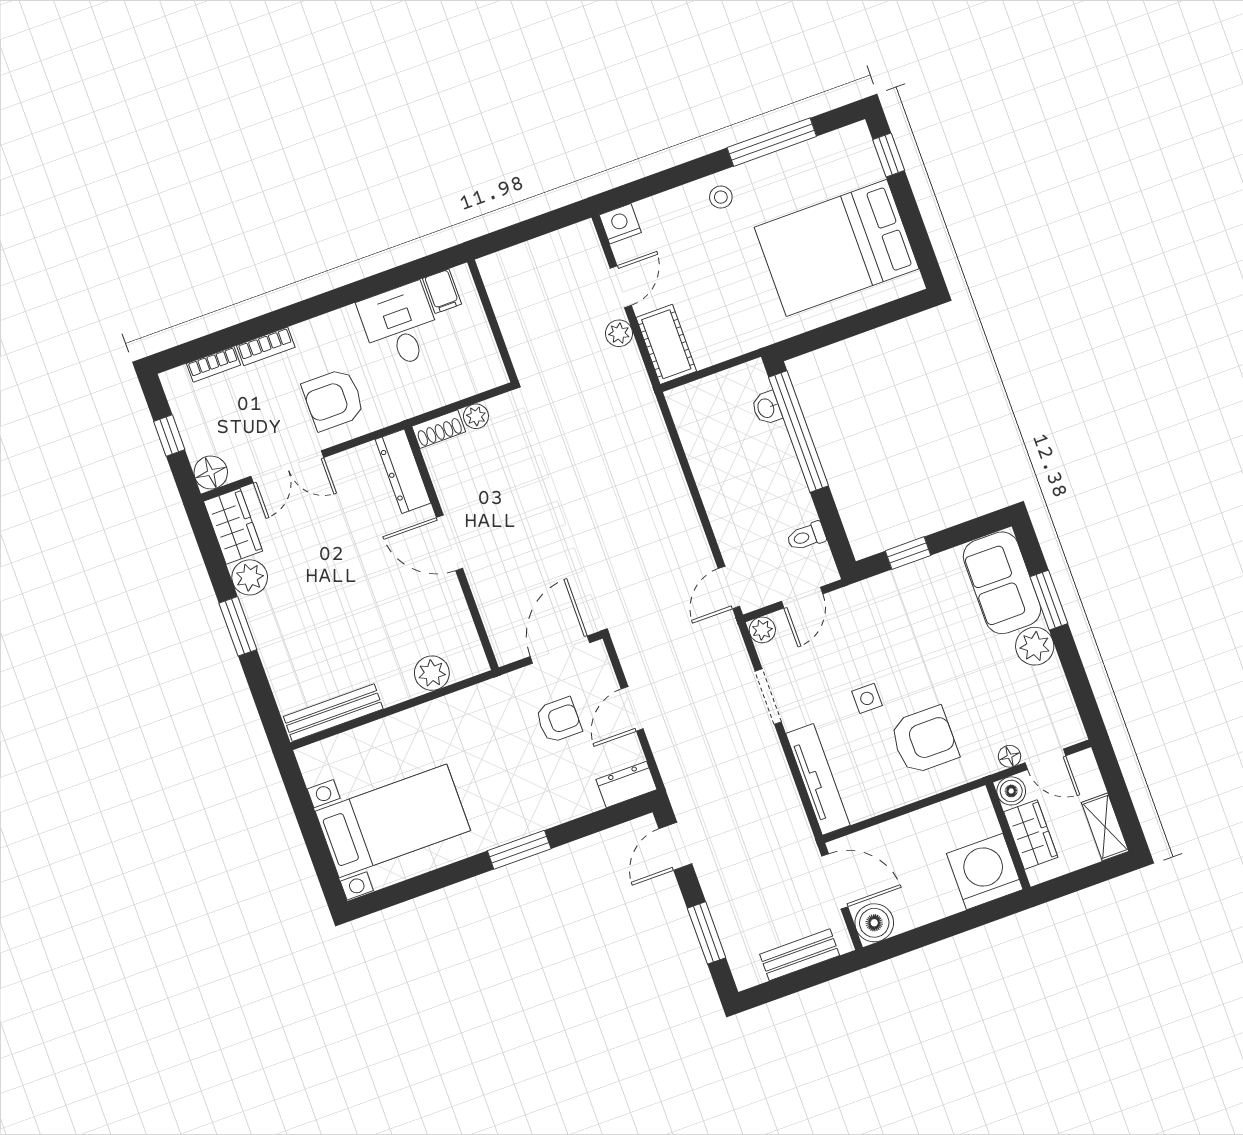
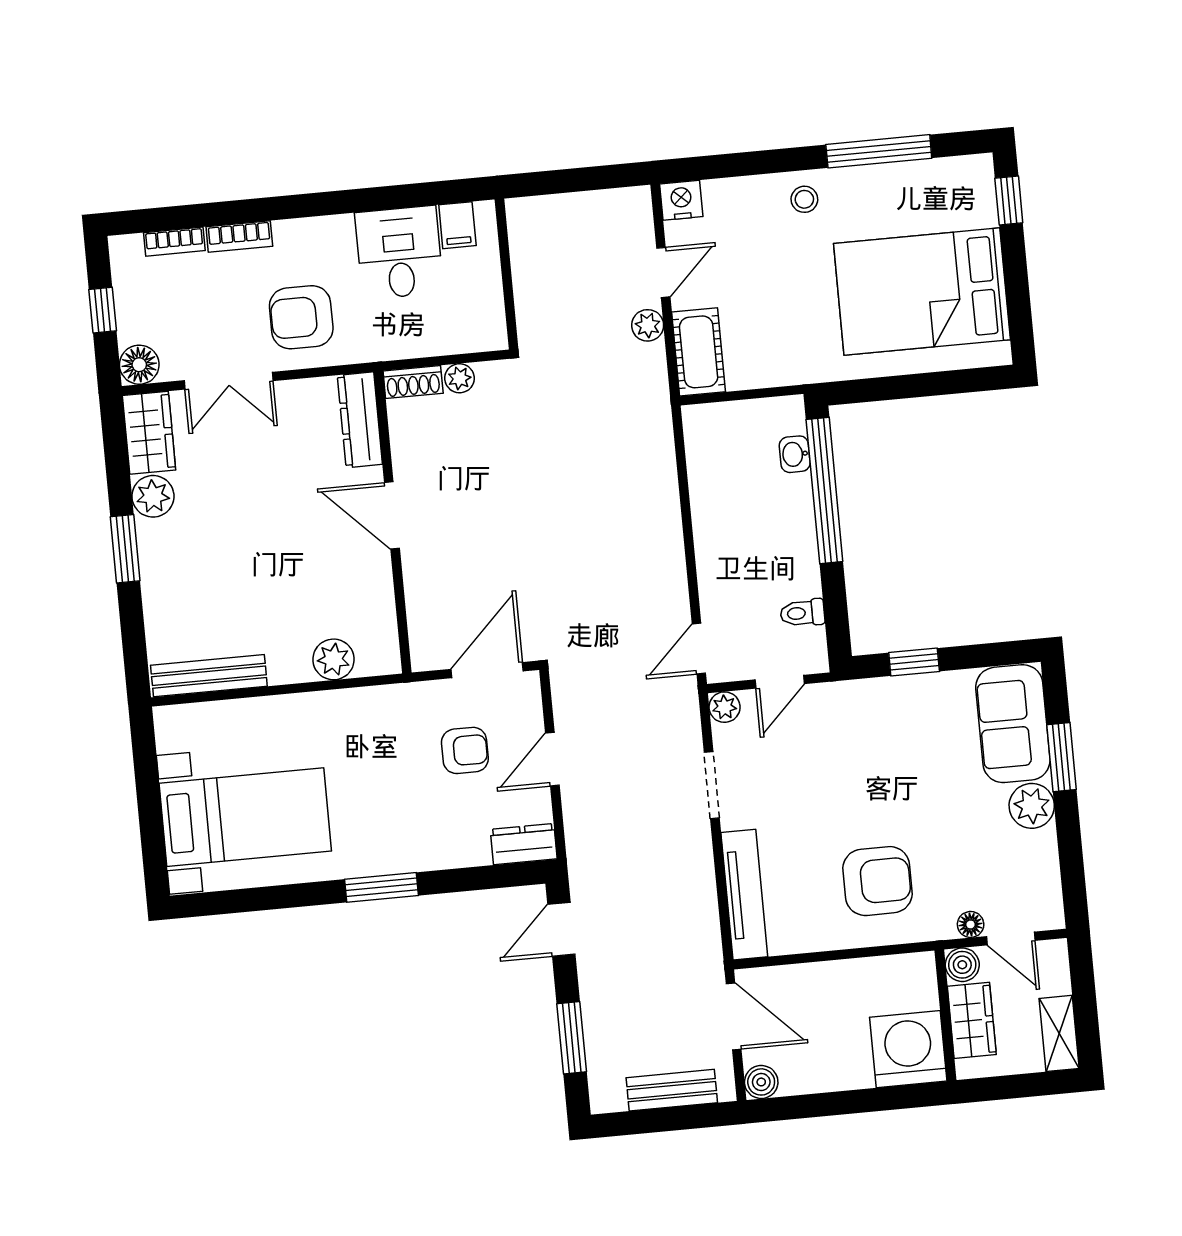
side table: (867, 698) -> (824, 816), removed
boiler: (874, 923) -> (761, 1082), width x0.73, depth x0.73

